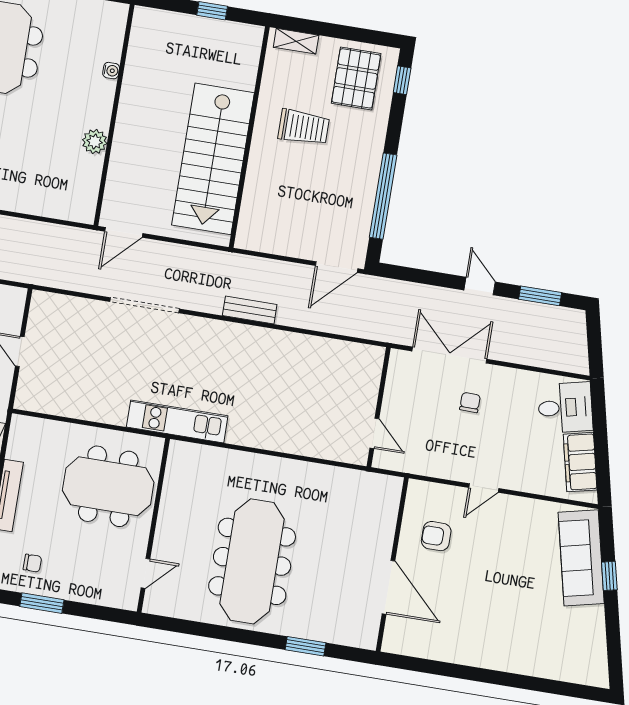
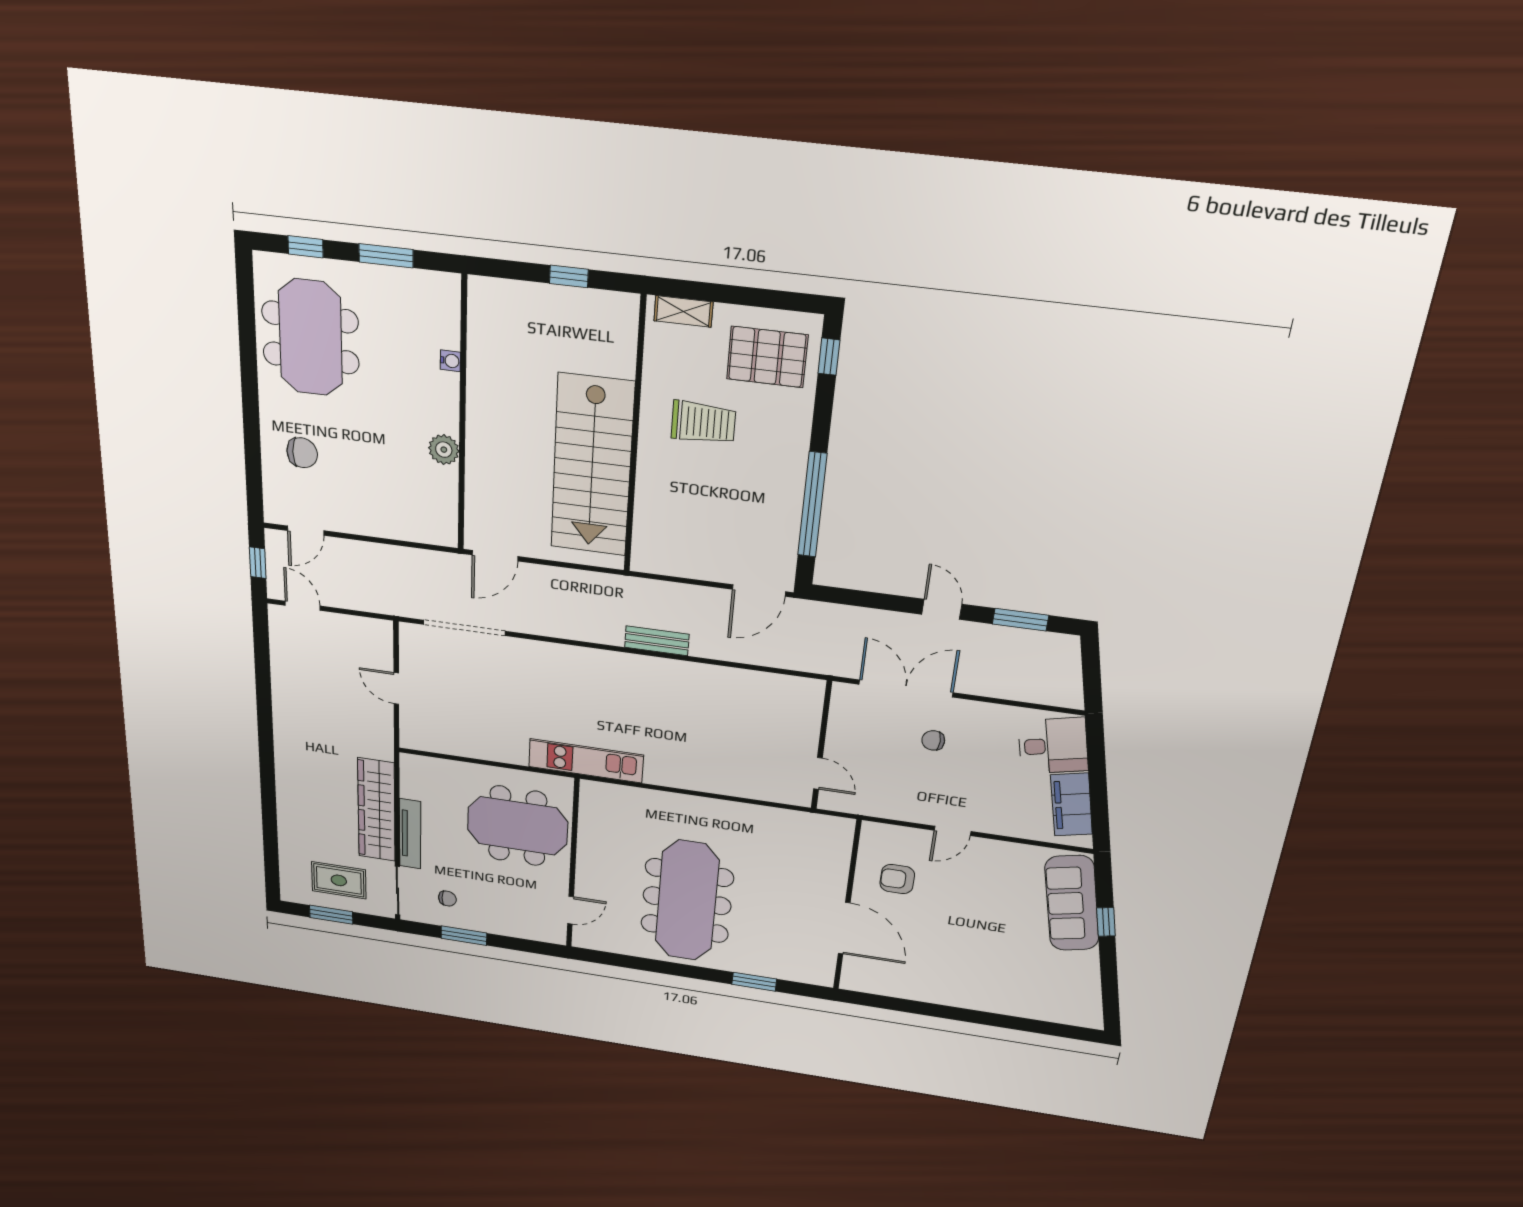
pallet: (356, 78) -> (767, 357), turned 90
doorway: (144, 305) -> (464, 628), moved
chair: (470, 402) -> (933, 740), turned -91

